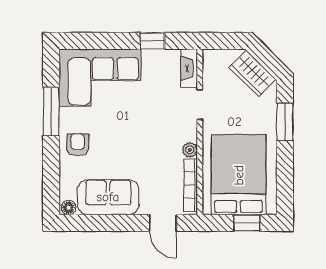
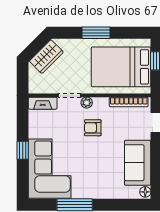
window: (153, 41) -> (23, 150), moved
window: (285, 122) -> (96, 33), moved
armchair: (78, 145) -> (93, 128), moved
plant: (190, 150) -> (87, 103), moved

